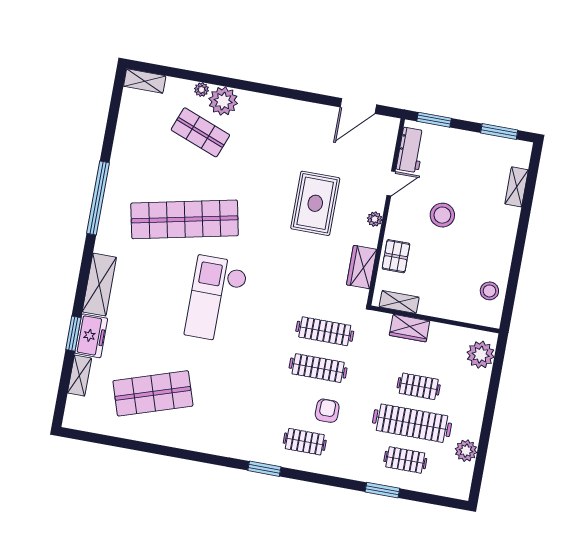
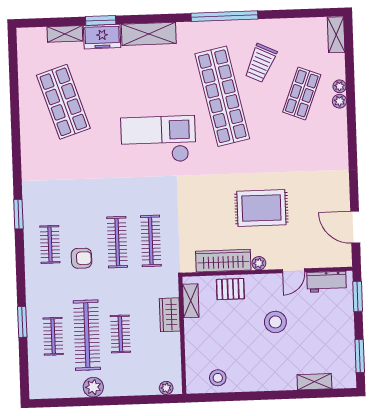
plant: (223, 101) -> (340, 101), width x0.53, depth x0.53
trolley: (158, 170) -> (261, 63), added
door: (391, 183) -> (293, 271), hinge flipped
wardrobe: (362, 267) -> (223, 261), width x1.50
plant: (481, 355) -> (166, 388), width x0.53, depth x0.53
plant: (466, 451) -> (93, 387), moved

